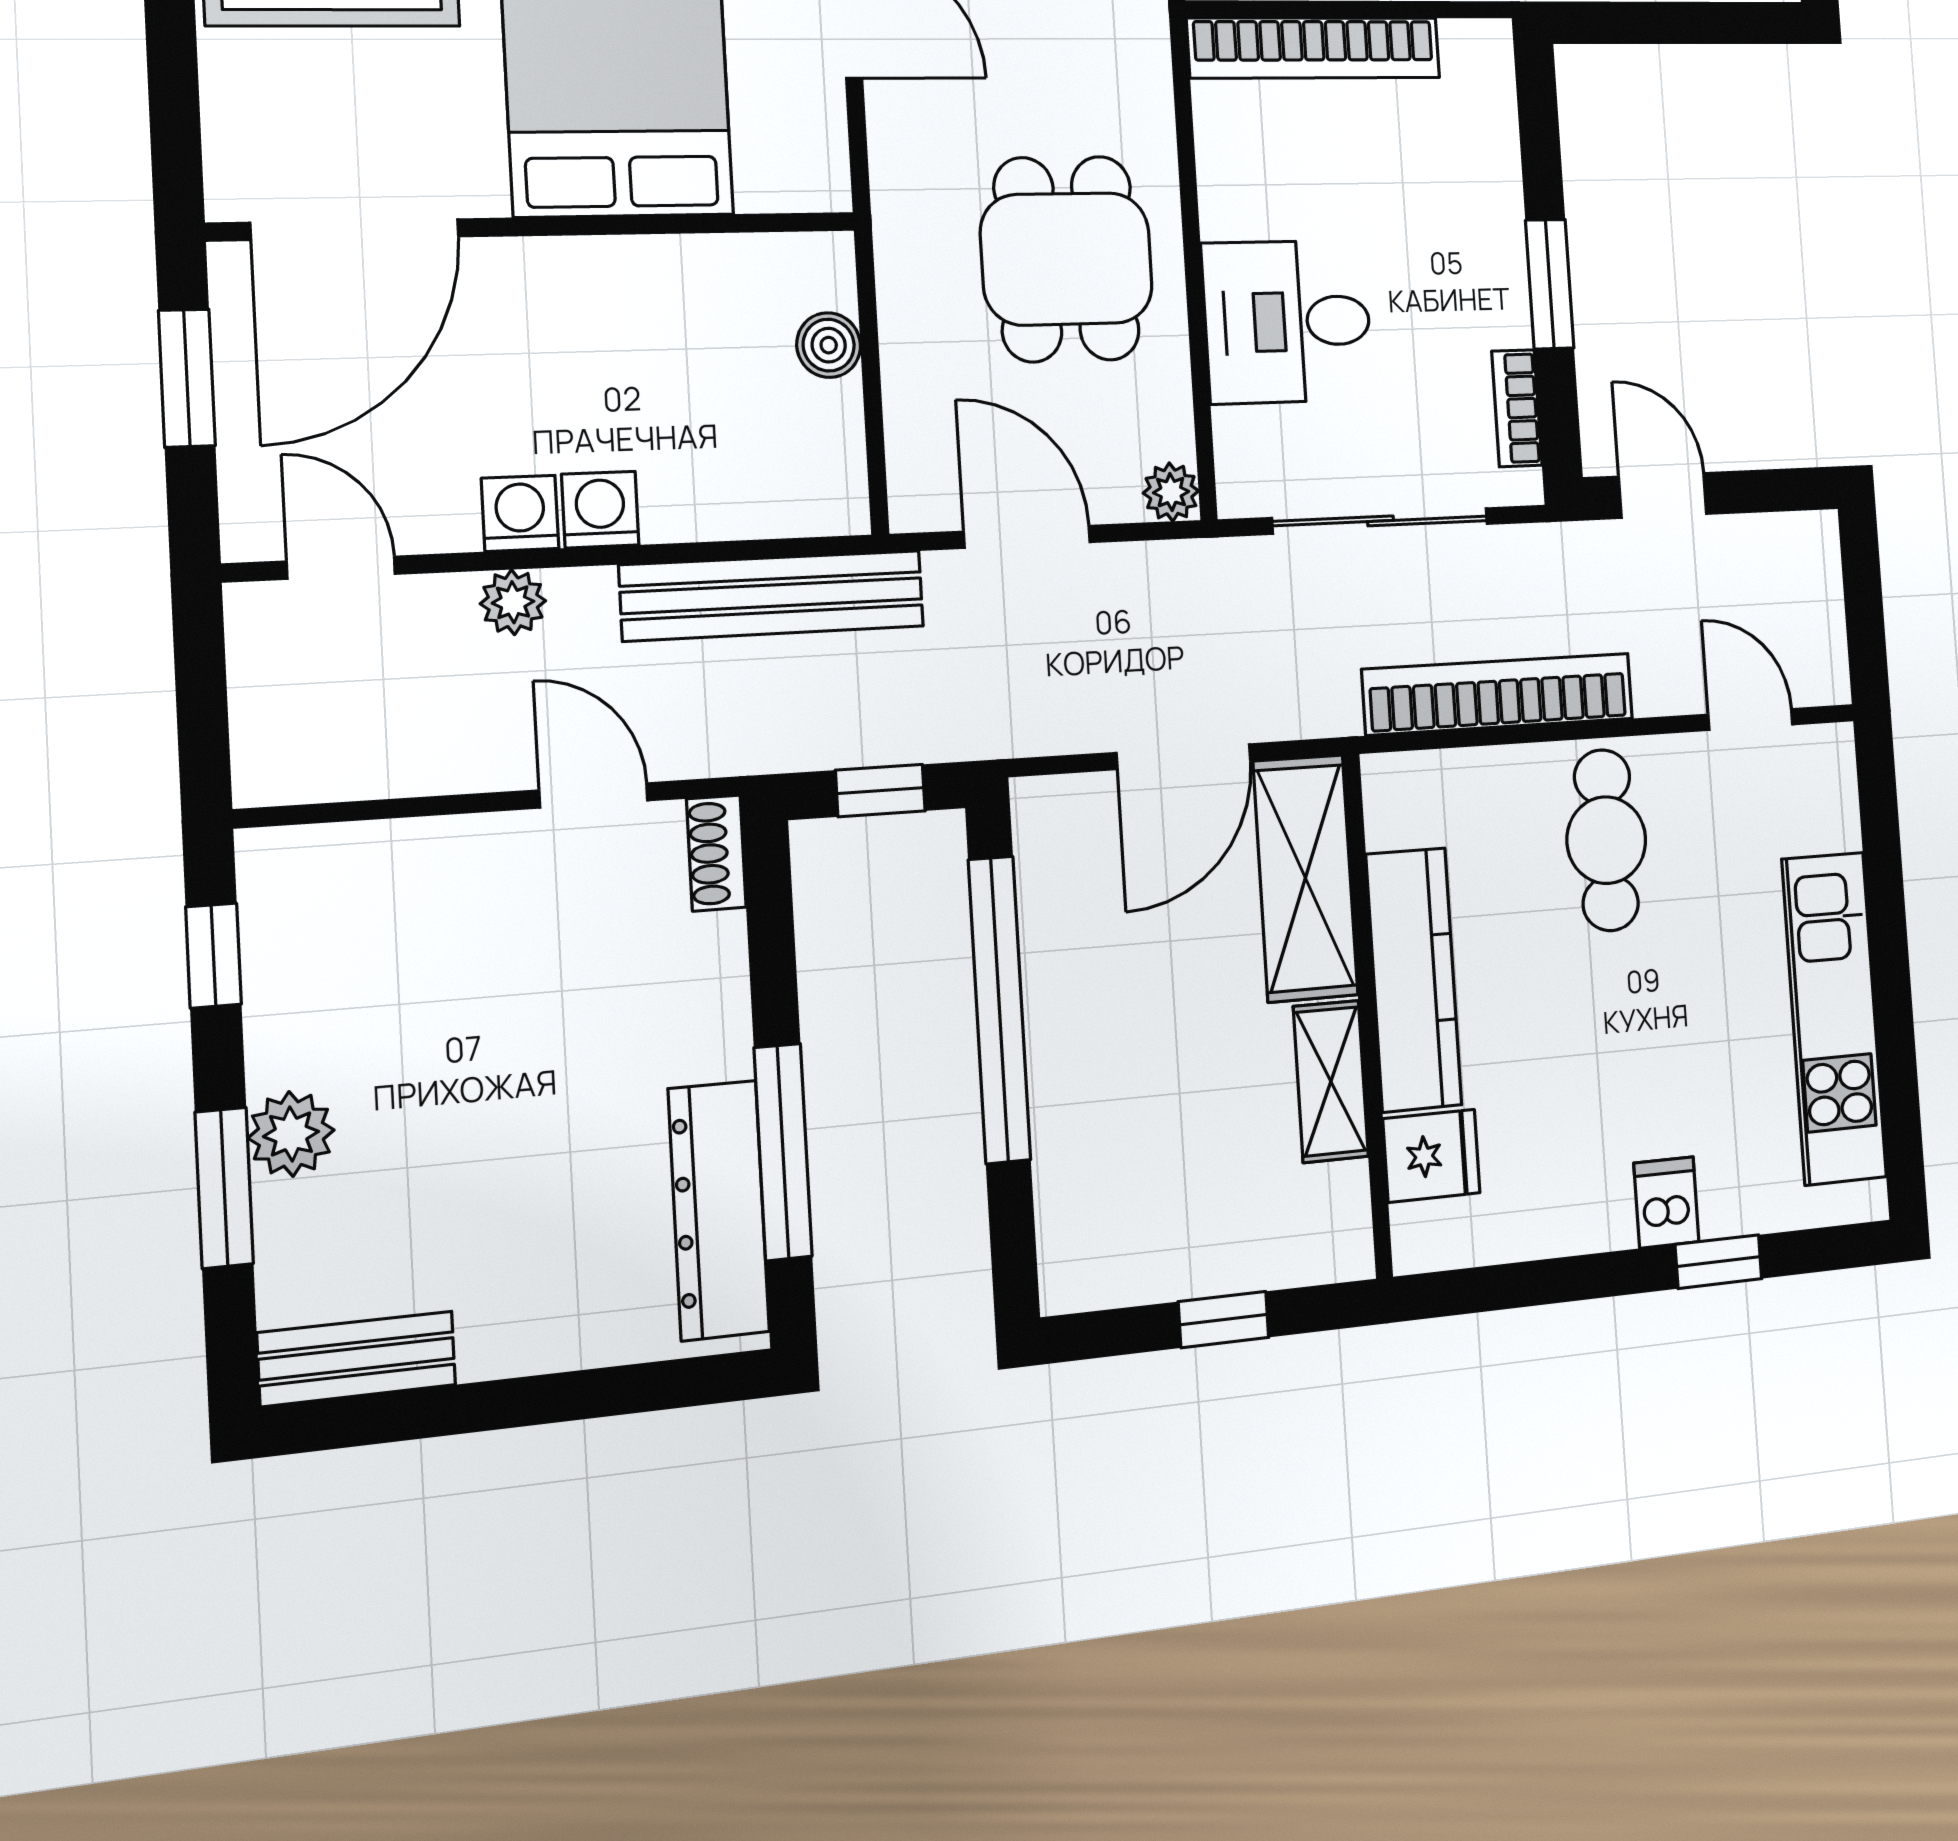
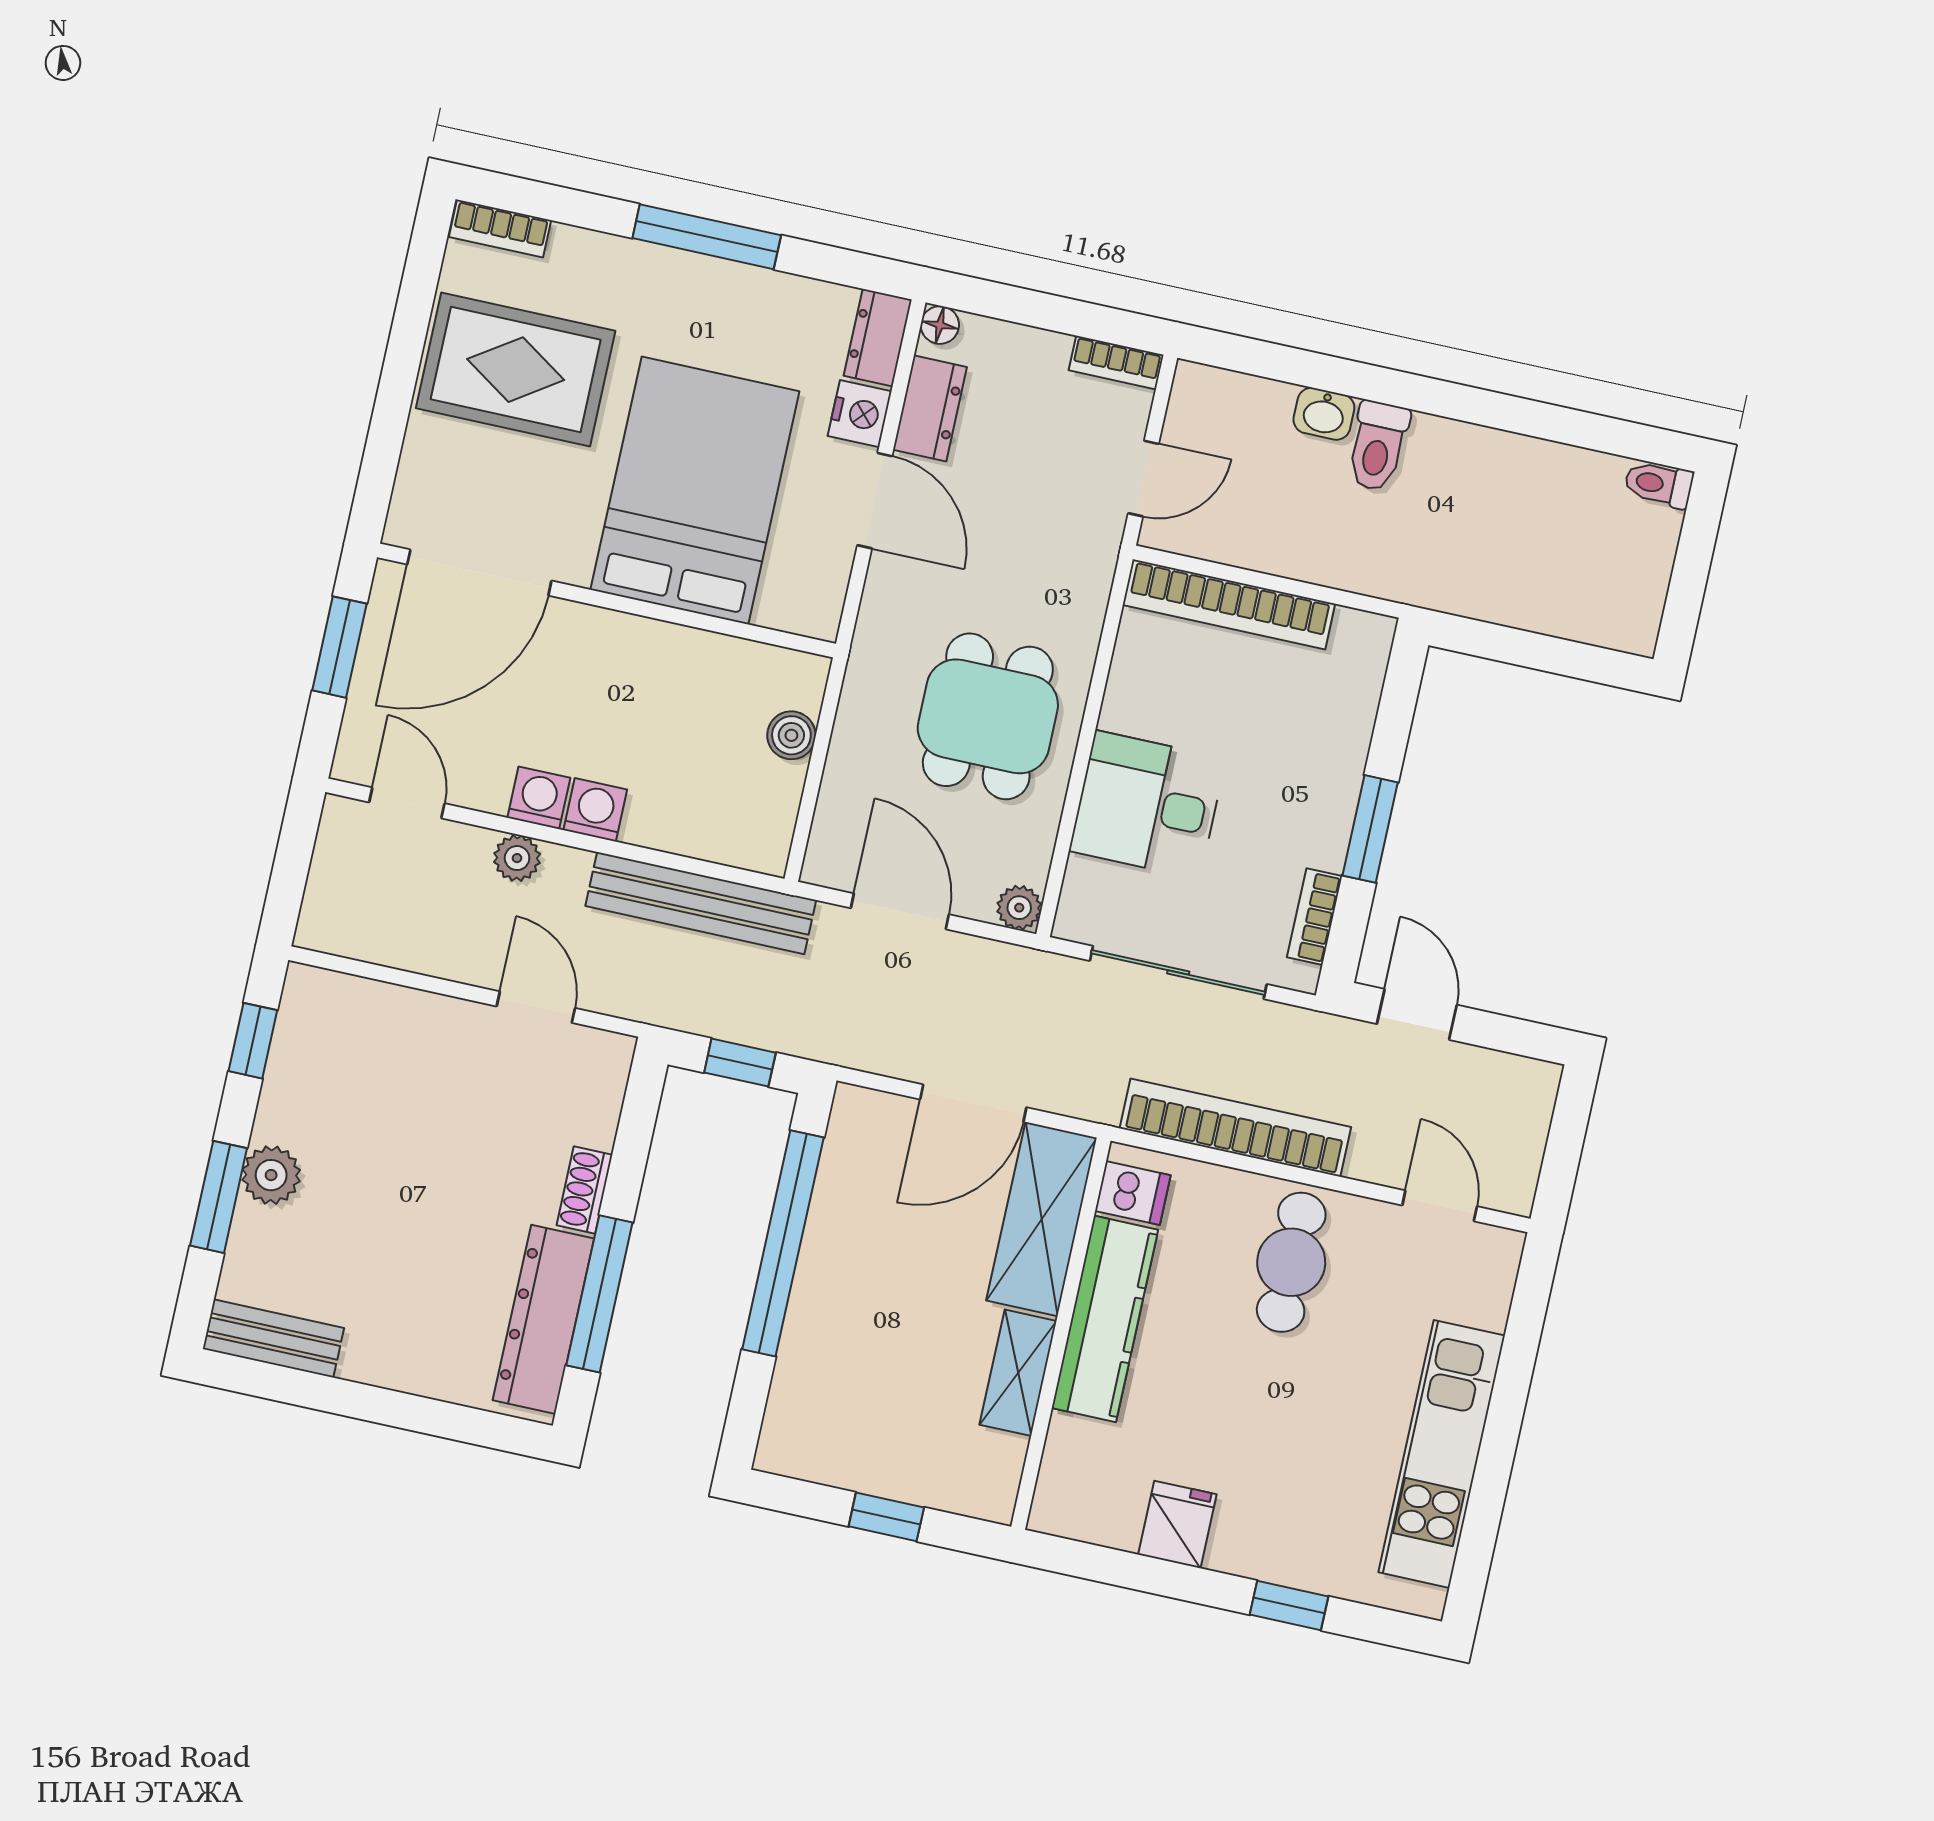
shoe rack: (716, 853) -> (585, 1190), moved
fridge: (1431, 1156) -> (1177, 1524), moved, turned -90
dishwasher: (1666, 1202) -> (1133, 1193), moved, turned 90

